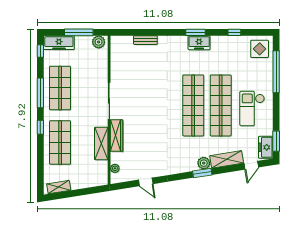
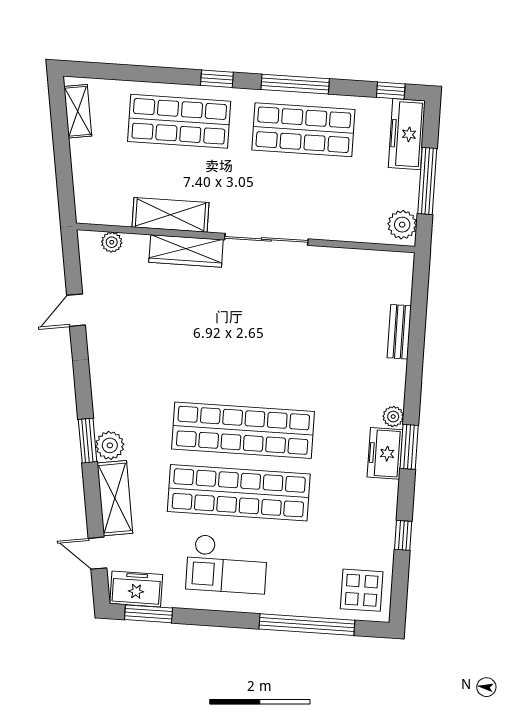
plant: (183, 40) -> (393, 417), added
checkout: (252, 108) -> (227, 564), turned 180

